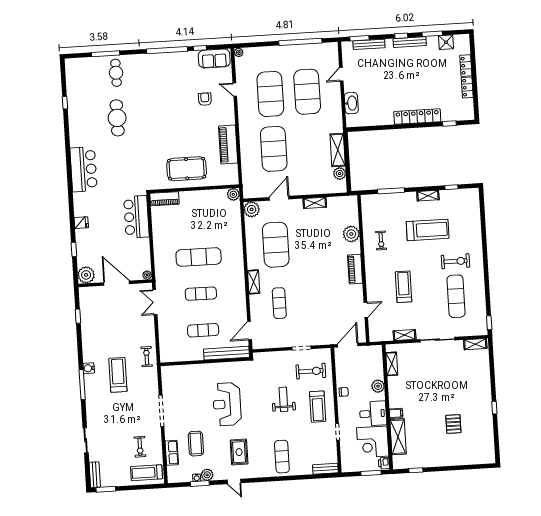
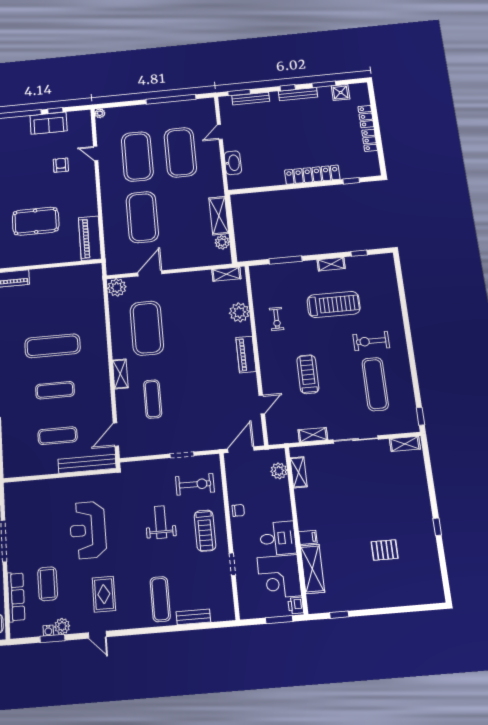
sofa: (214, 58) -> (49, 123), moved
piano: (228, 145) -> (90, 238), moved
pool table: (187, 169) -> (36, 221), moved
plant: (233, 194) -> (95, 271), removed
shelving: (315, 203) -> (226, 274), moved
exercise bike: (455, 261) -> (371, 341), turned 180
plant: (378, 386) -> (279, 471), moved
pallet: (453, 424) -> (385, 550), turned 90
row of seats: (172, 453) -> (16, 597), width x1.48
bench: (325, 469) -> (193, 617), moved

